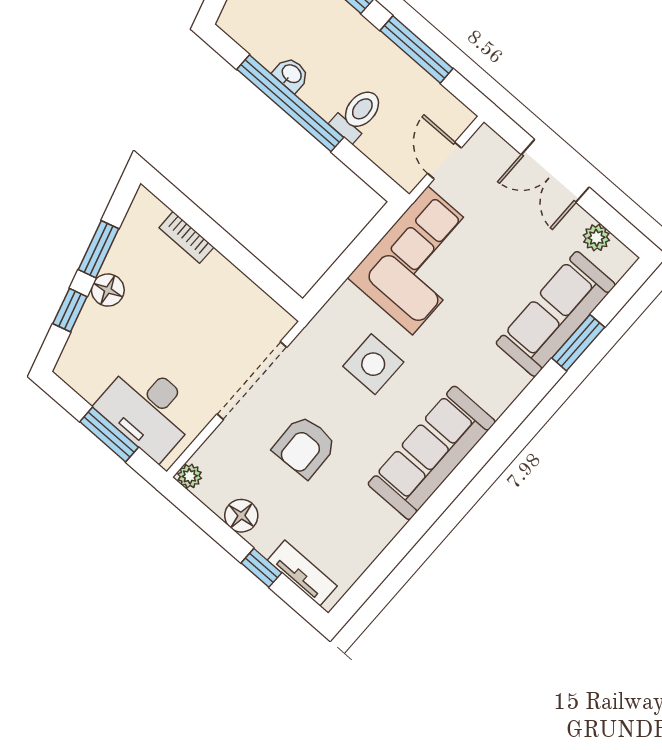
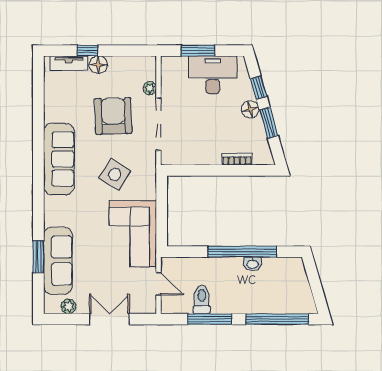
toilet: (357, 114) -> (202, 299), moved, turned 180
side table: (373, 364) -> (115, 174), turned 32
desk: (148, 410) -> (213, 75), moved
armchair: (305, 447) -> (113, 116), width x1.36, depth x1.36
plant: (190, 476) -> (150, 88), moved
floor lamp: (241, 516) -> (98, 65), moved

